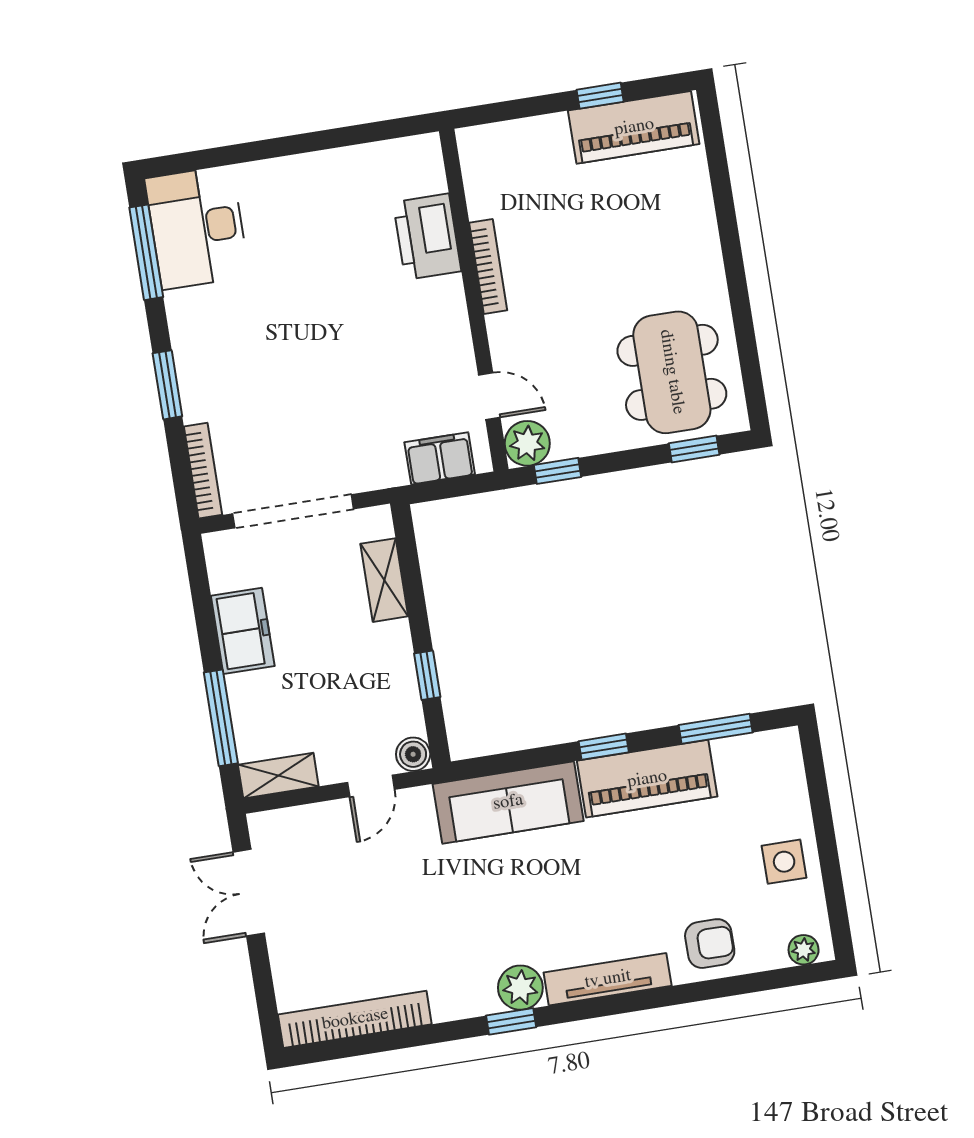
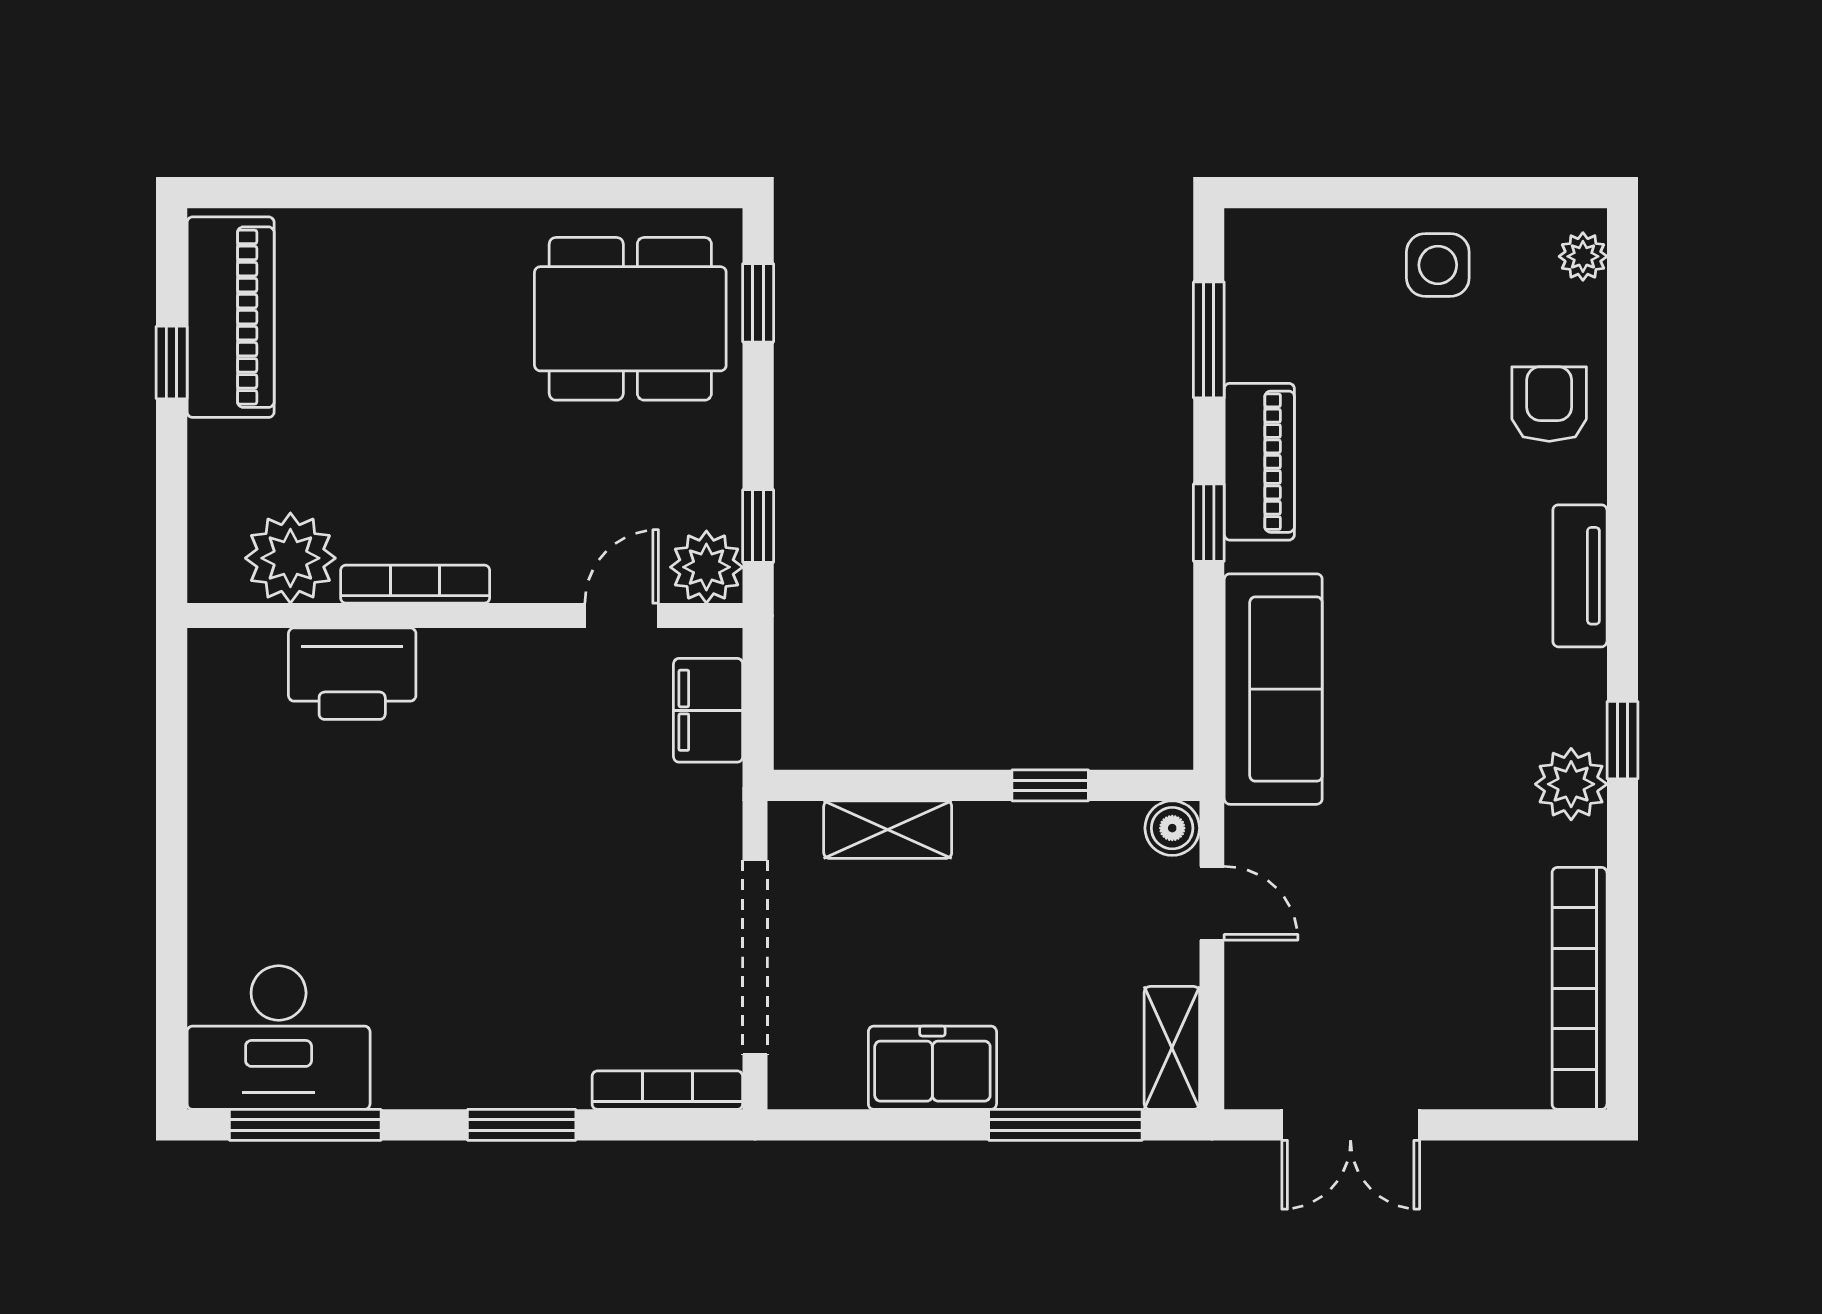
plant: (492, 188) -> (290, 558), added
piano: (647, 779) -> (1259, 462), width x0.73, depth x0.75
tv unit: (608, 979) -> (1580, 576), width x0.71
plant: (520, 988) -> (1571, 784), moved

